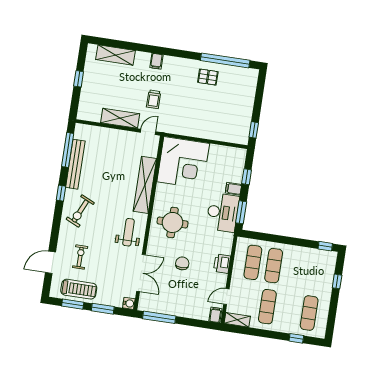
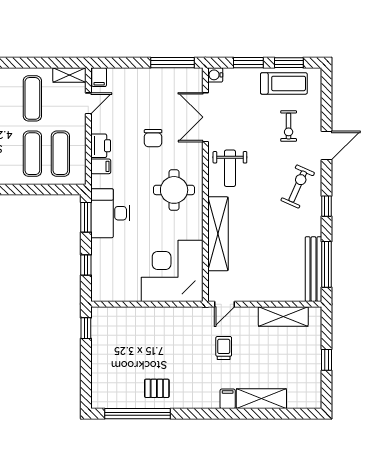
shelving: (115, 55) -> (261, 399), moved
shelving: (120, 118) -> (283, 316), moved
bench: (75, 164) -> (313, 269), moved
filing cabinet: (233, 189) -> (101, 166), moved
door: (50, 262) -> (327, 145), moved
treadmill: (79, 289) -> (284, 83), turned 180

